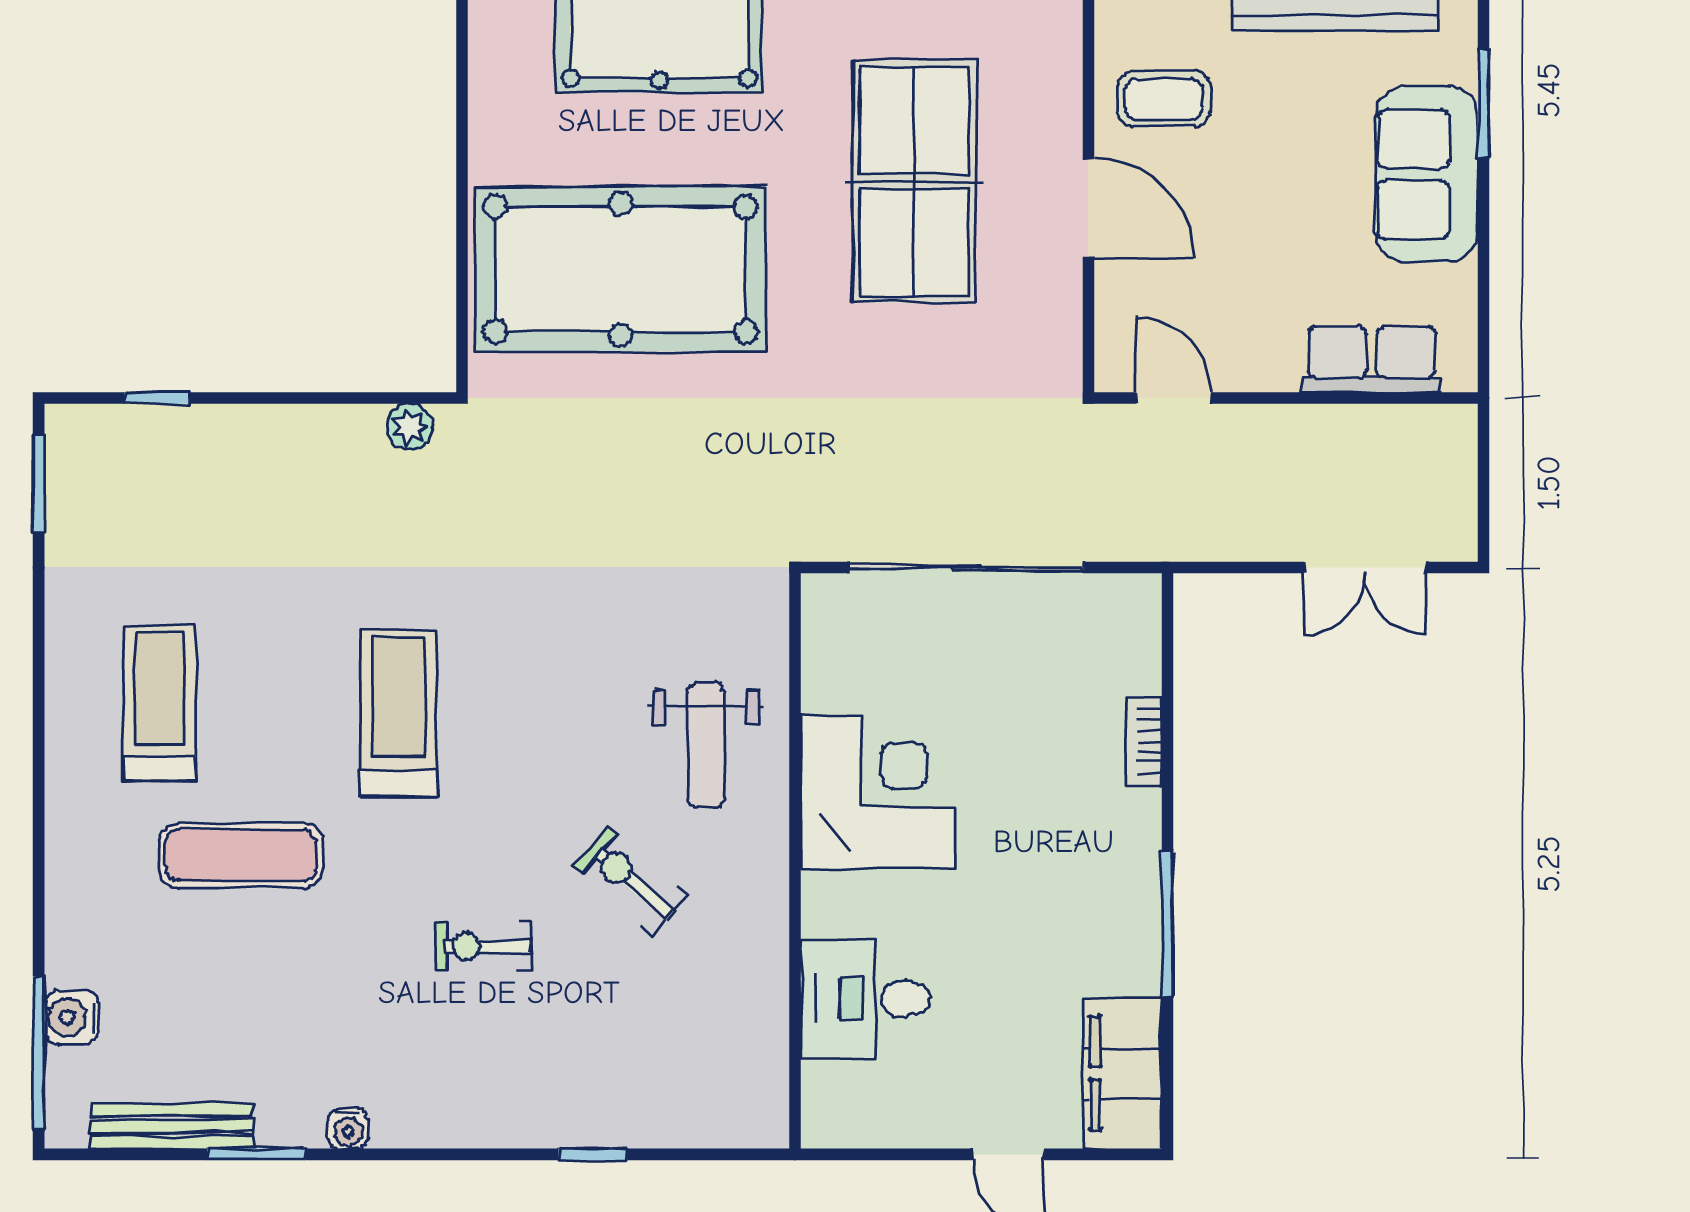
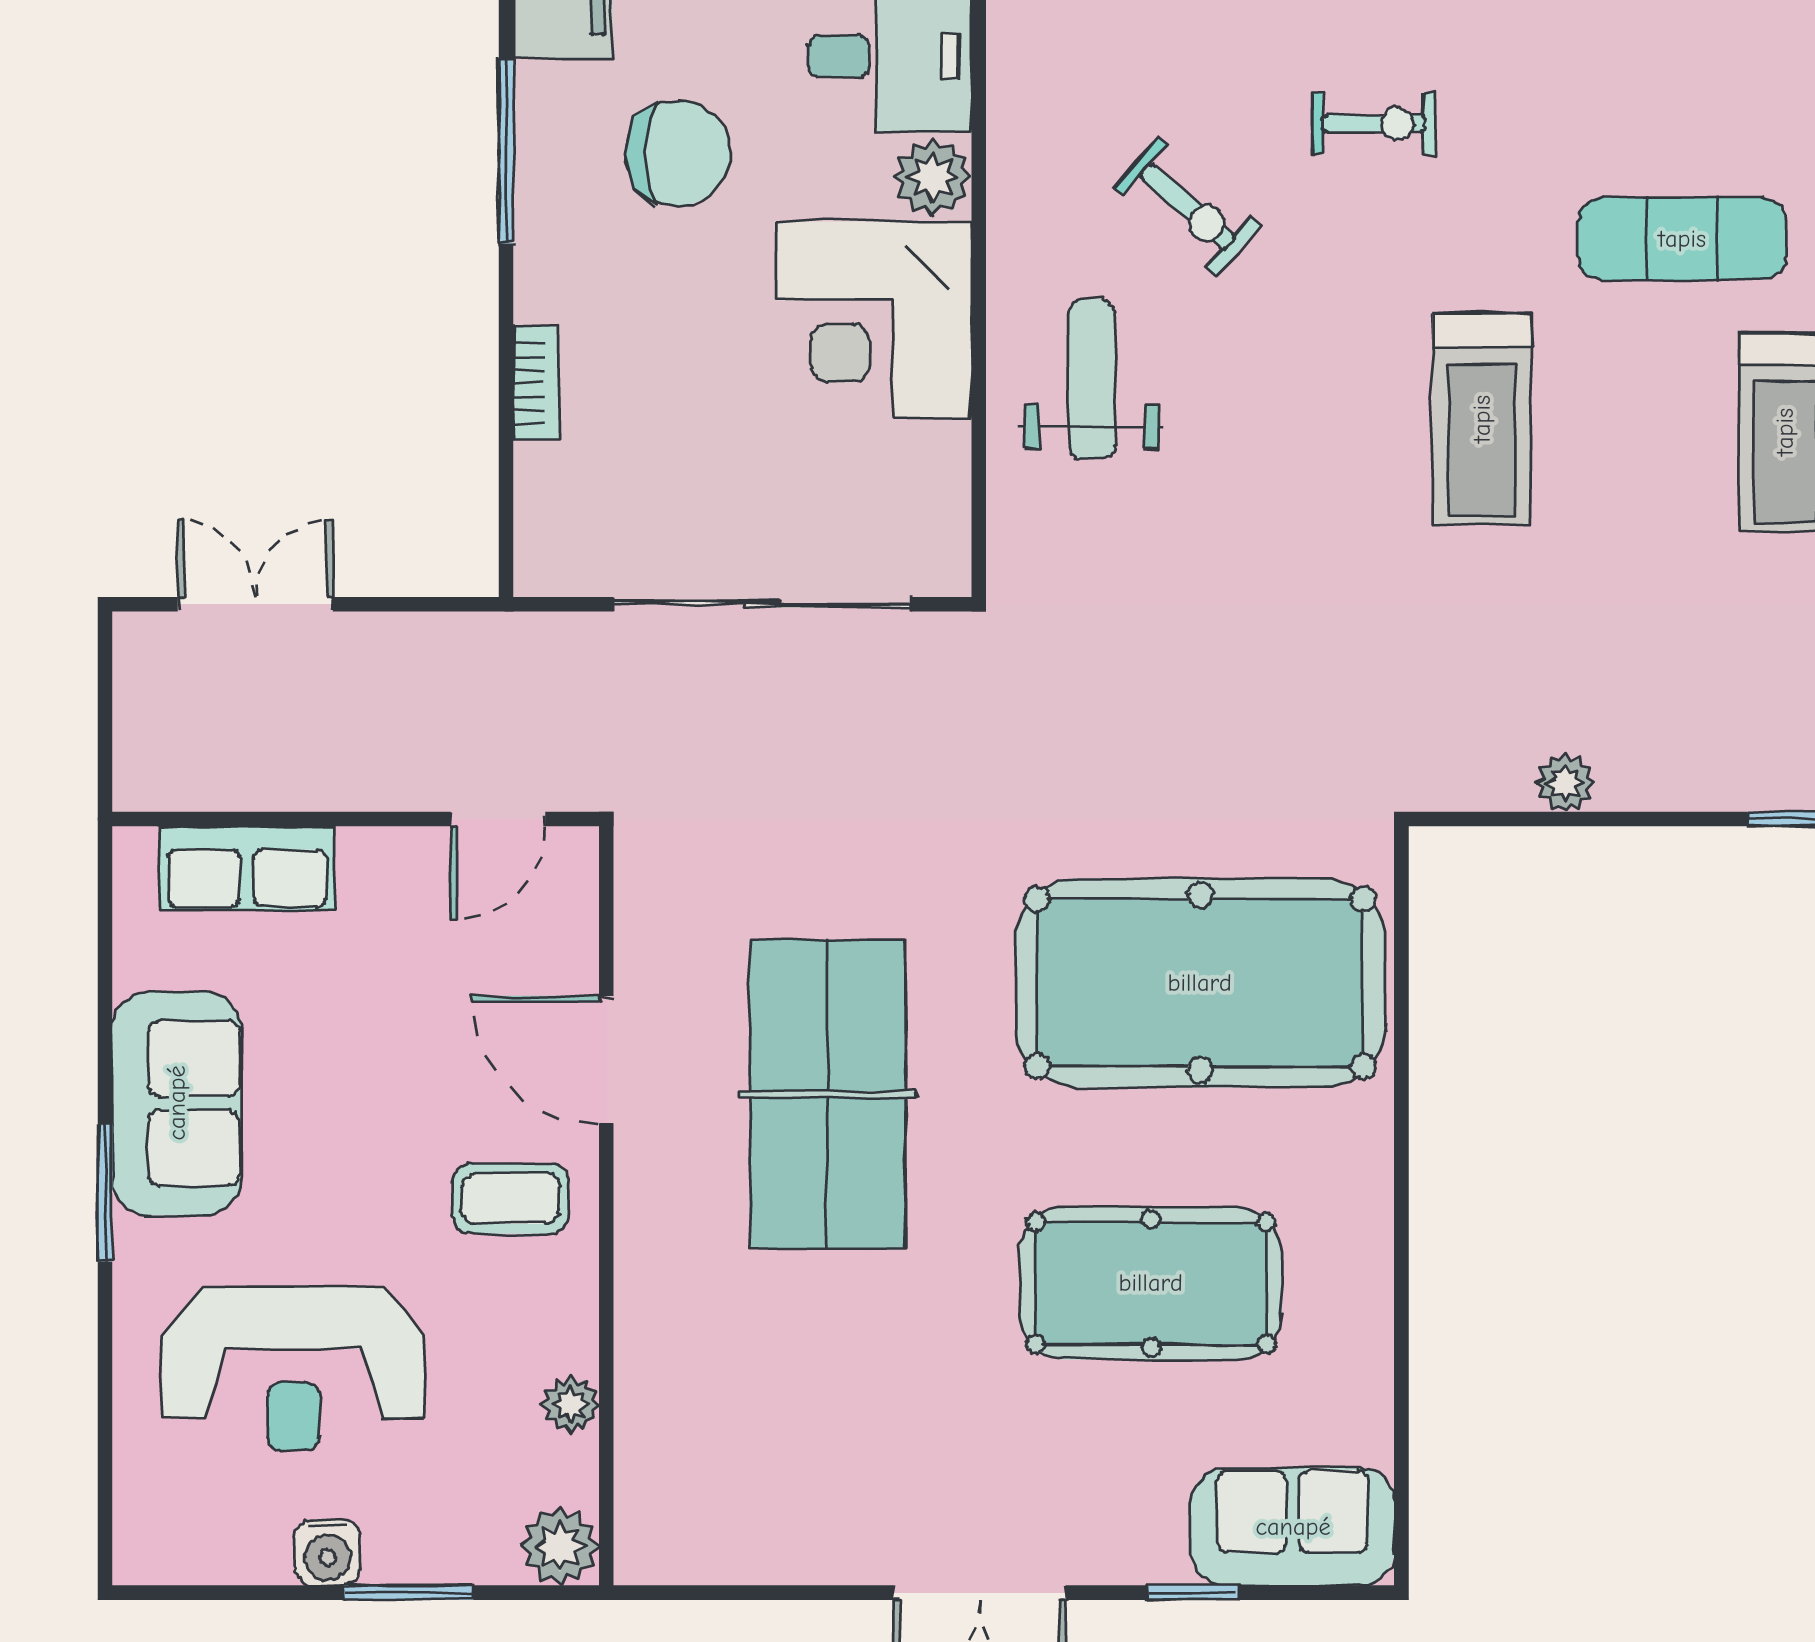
door: (1174, 398) -> (498, 819), hinge flipped
plant: (410, 427) -> (1565, 783), moved
plant: (831, 904) -> (933, 177), added
chair: (1032, 923) -> (678, 153), added

